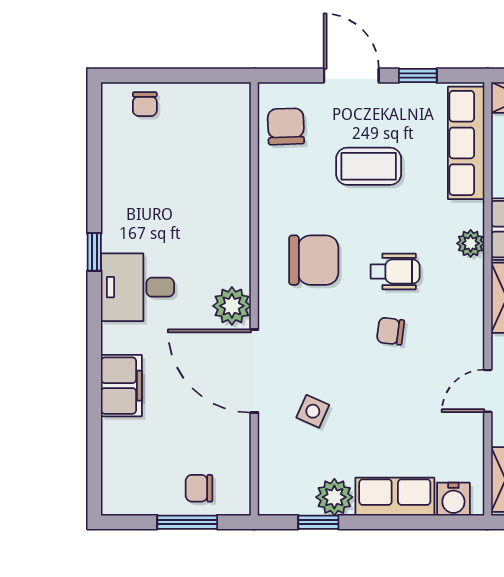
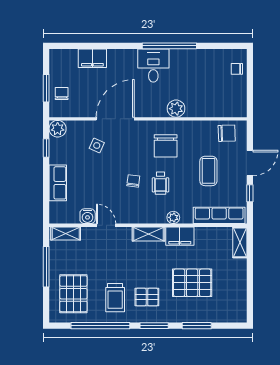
window: (94, 252) -> (169, 46), width x3.17
plant: (232, 306) -> (176, 109), moved
filing cabinet: (121, 386) -> (92, 58), moved
plant: (334, 497) -> (58, 129), moved
water cooler: (453, 499) -> (88, 216), moved, turned -90

